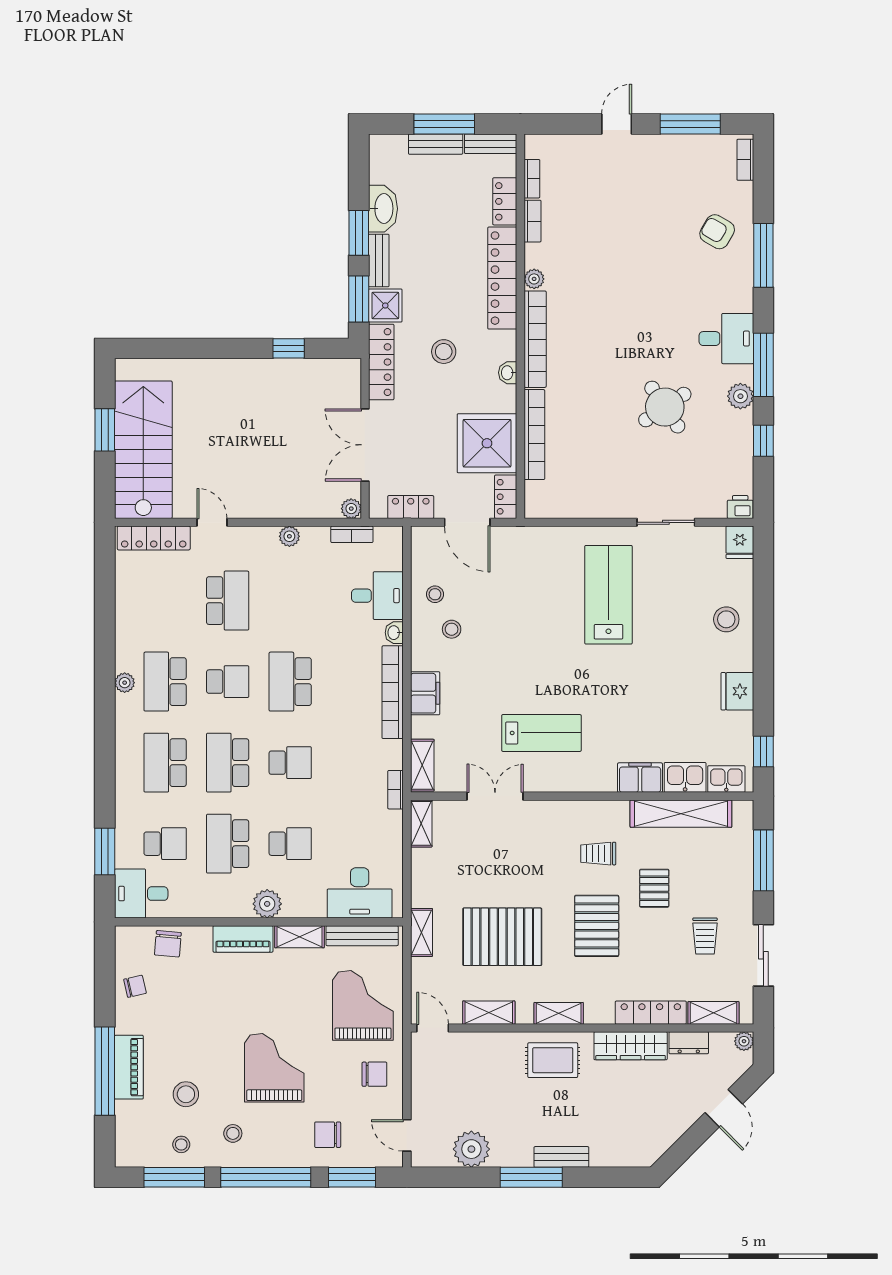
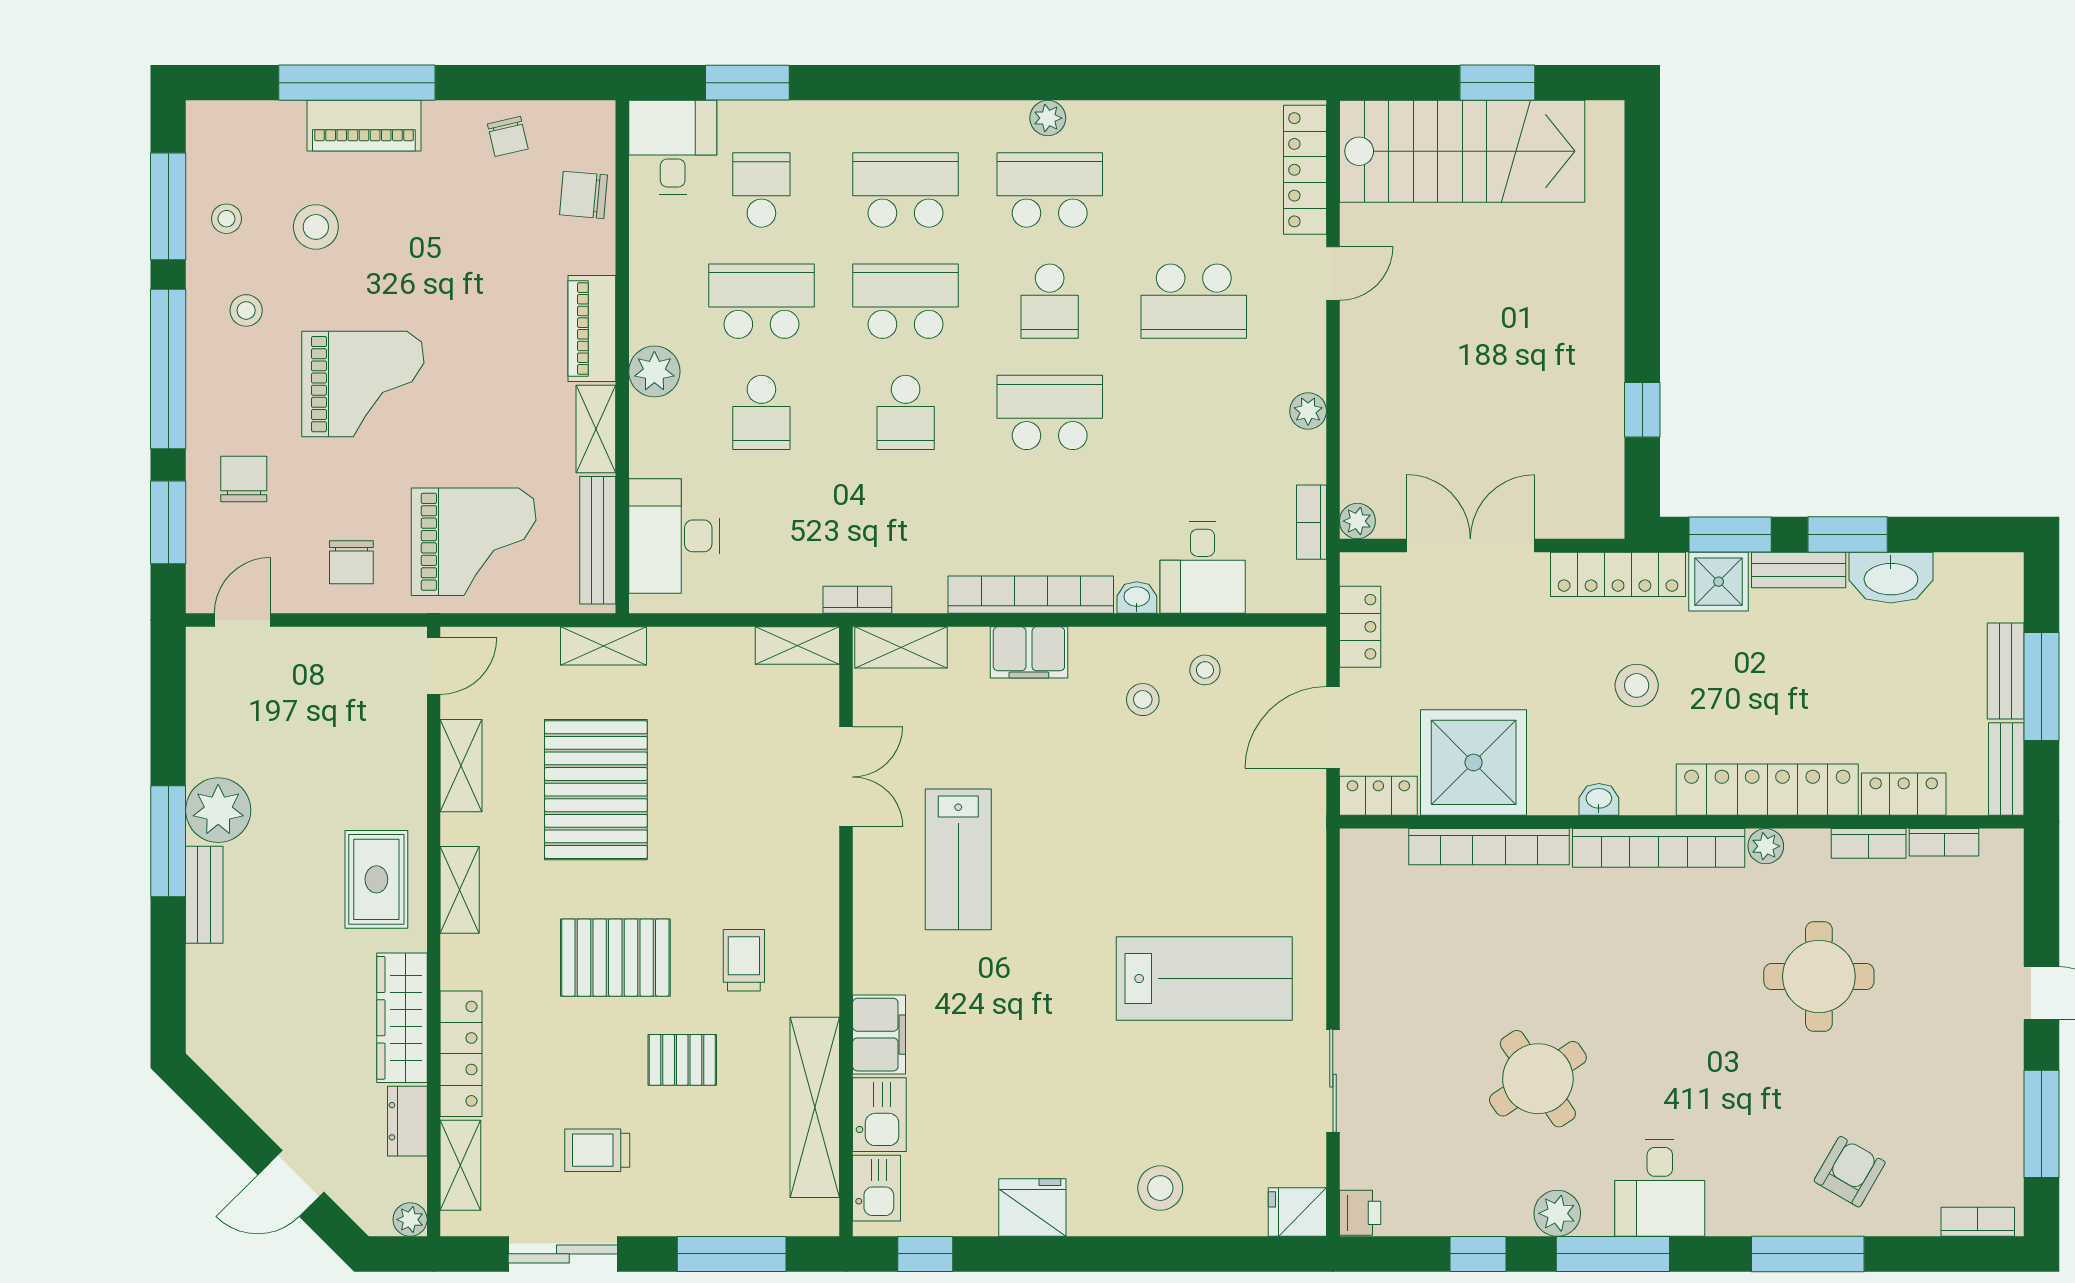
round table: (607, 249) -> (1819, 976), added
school desk: (165, 844) -> (761, 190), turned 180
plant: (471, 1149) -> (218, 810), moved

